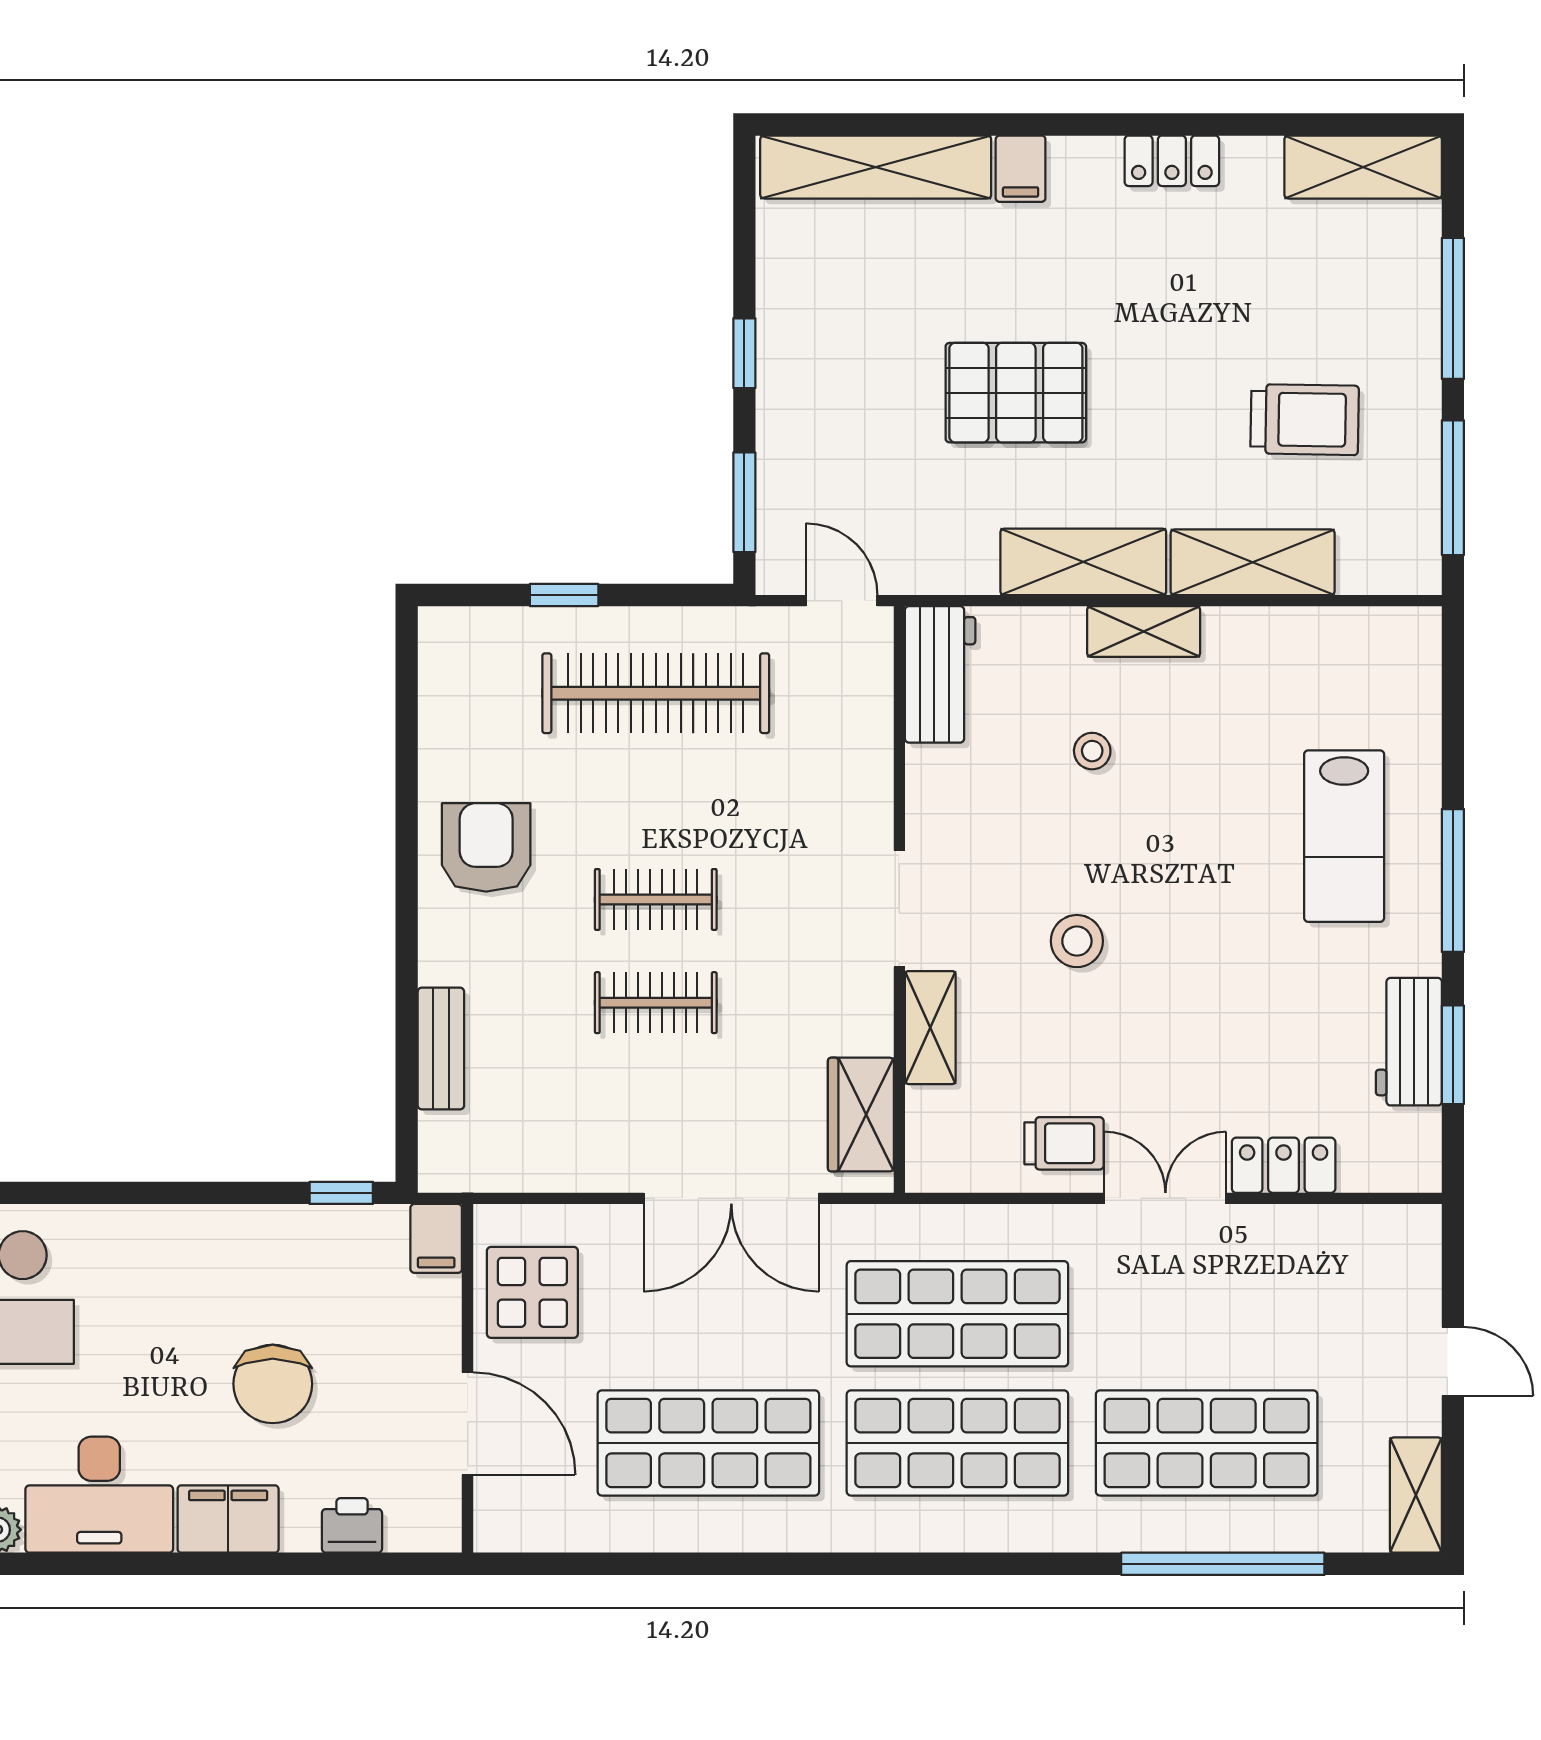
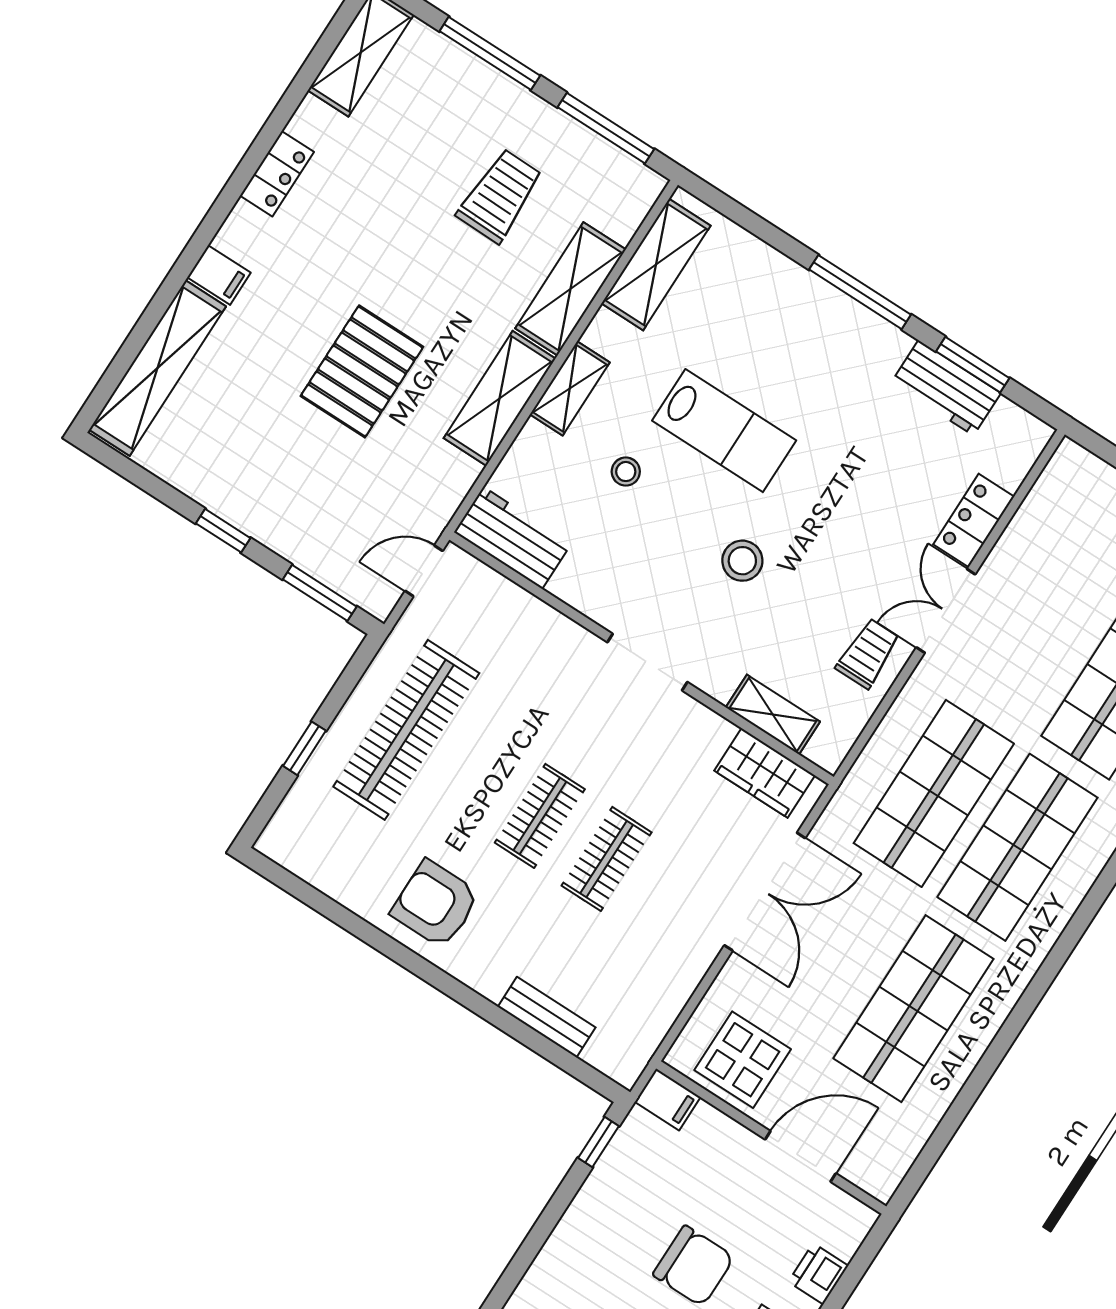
shelving: (1339, 638) -> (656, 265), added
lab bench: (1344, 836) -> (724, 431), moved
shelving: (930, 1028) -> (773, 715), moved

